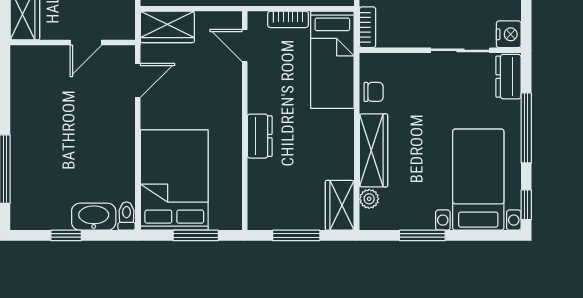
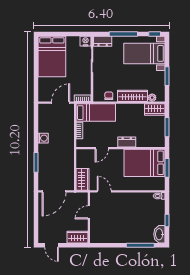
door: (86, 43) -> (89, 212), swing flipped
door: (245, 45) -> (102, 148), moved
bed: (174, 180) -> (145, 163), moved
washbasin: (94, 217) -> (159, 234), moved

